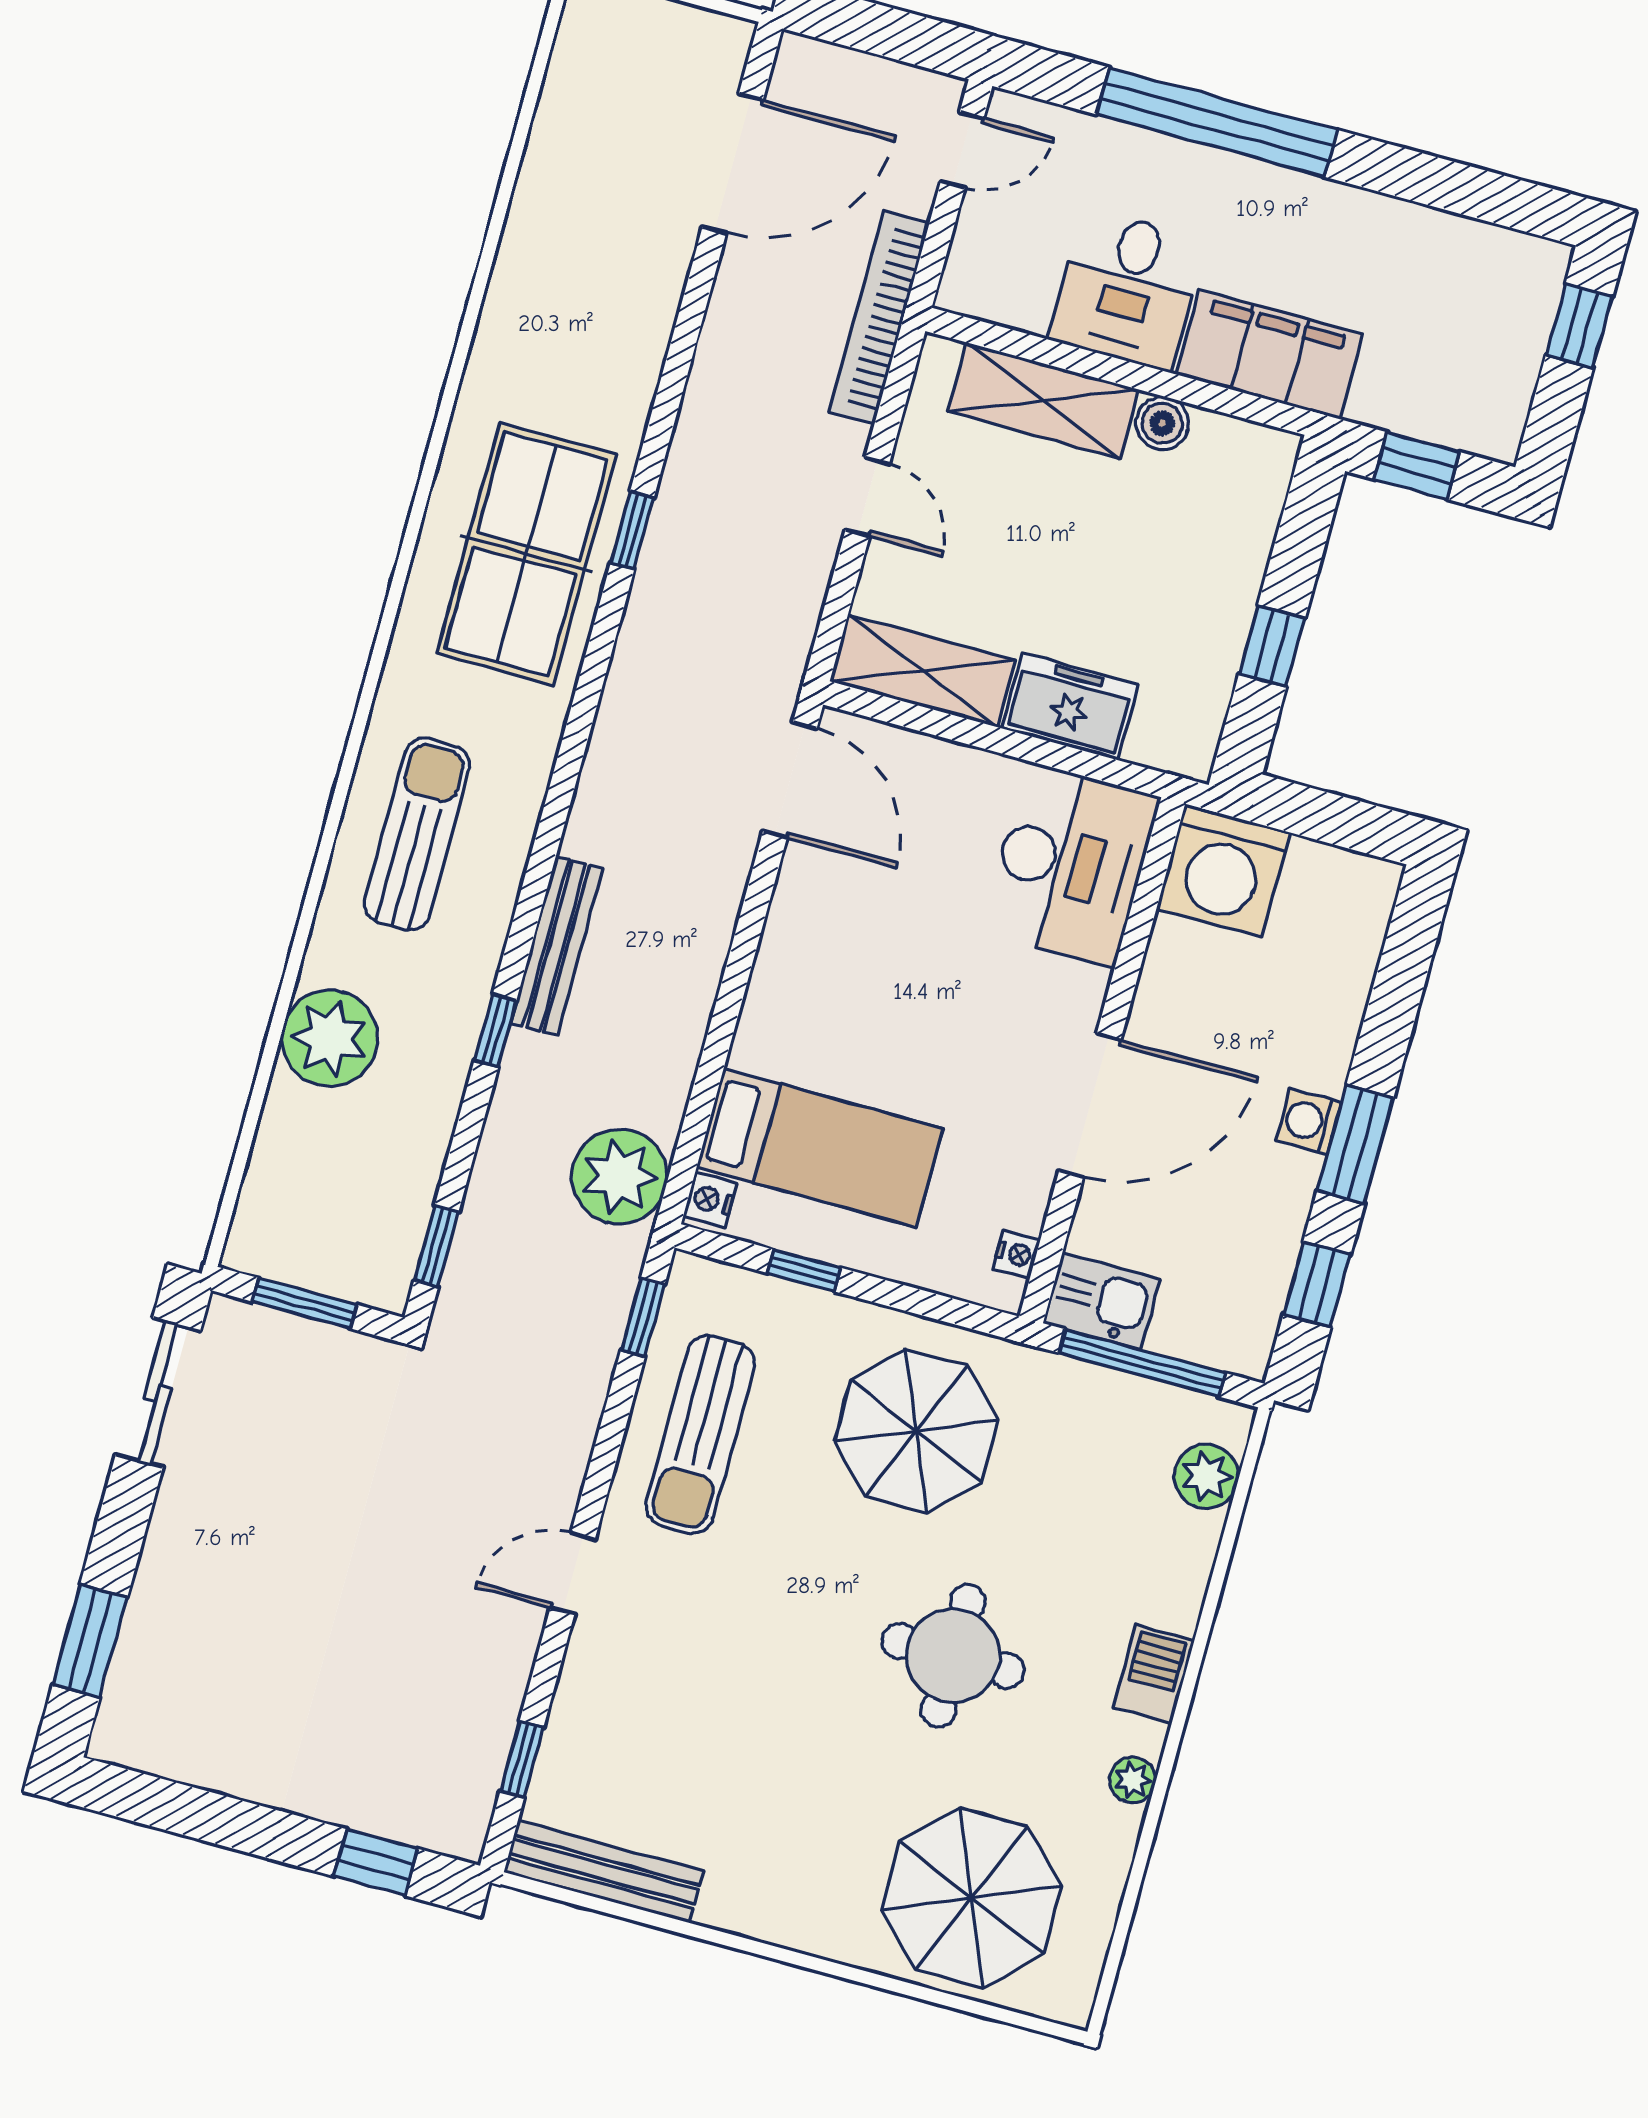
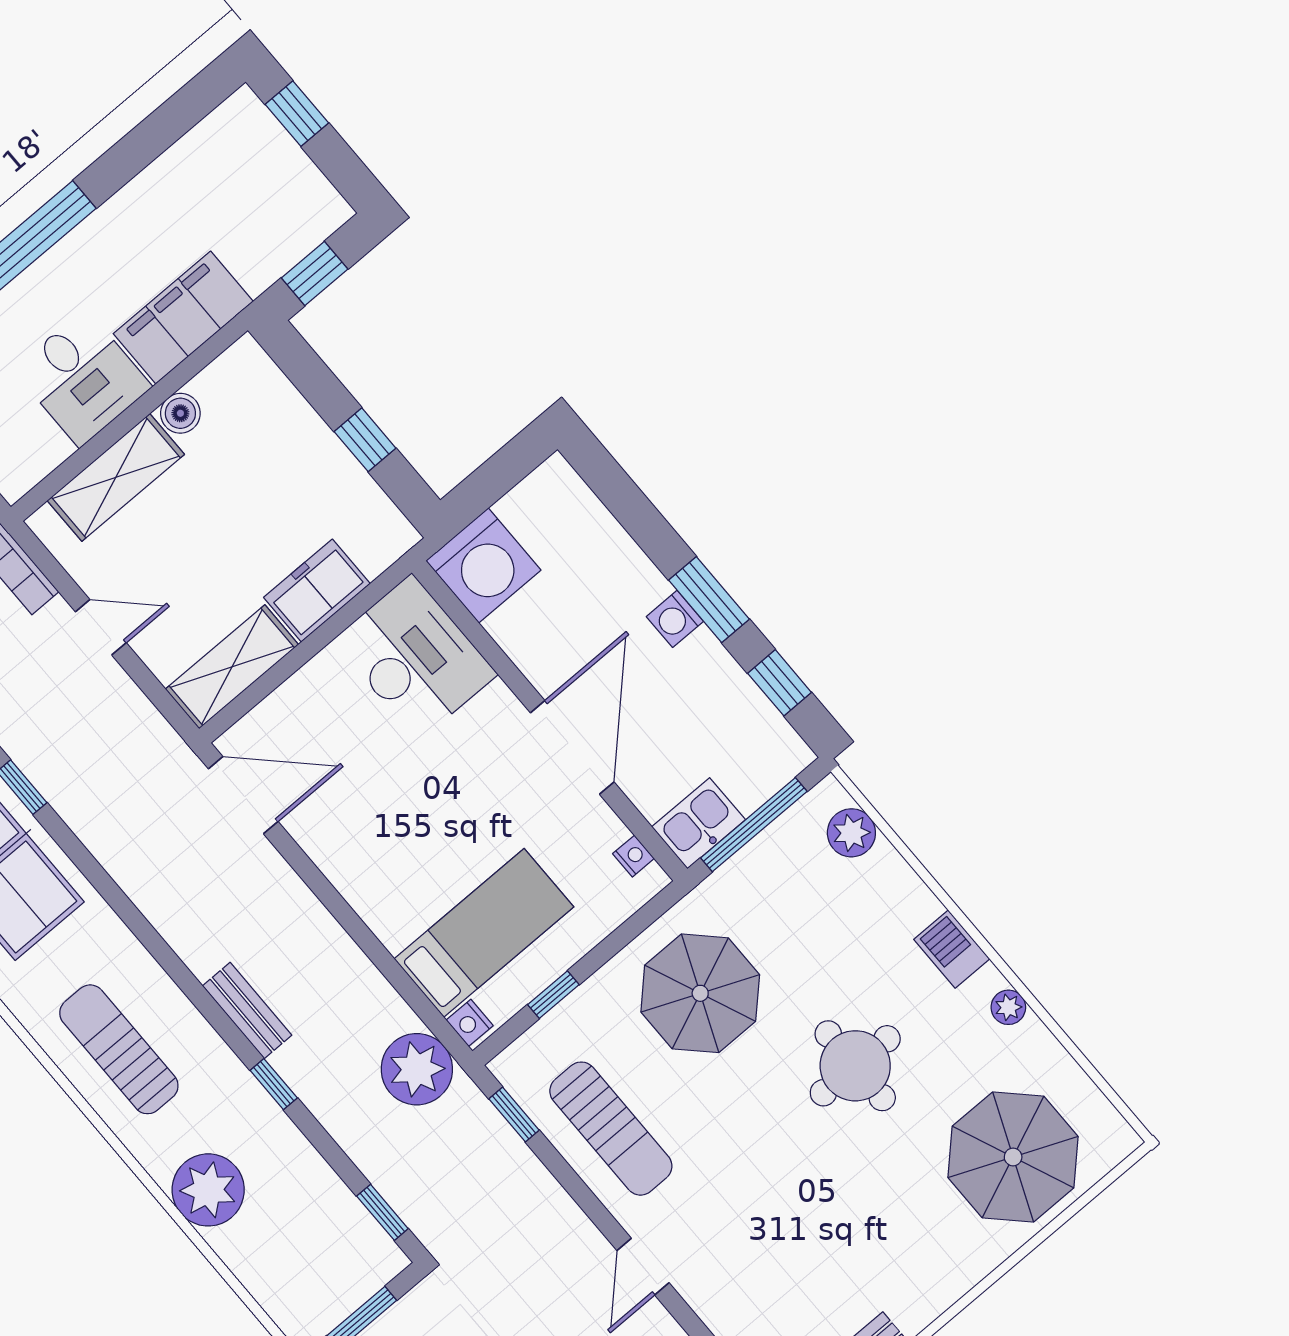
bench: (556, 946) -> (247, 1011), width x0.73

